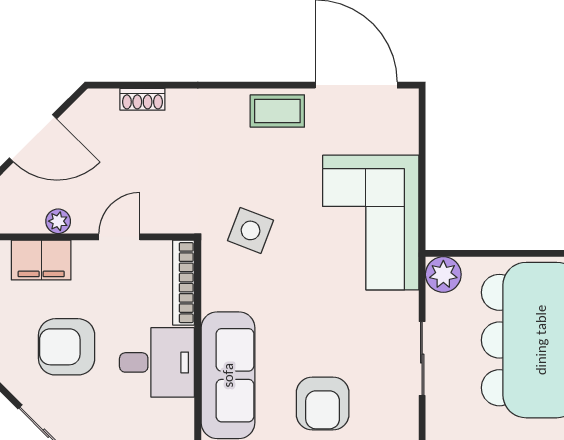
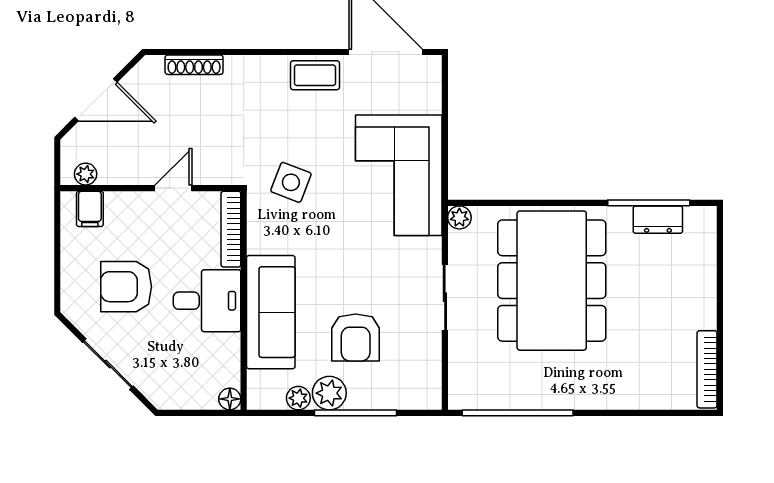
shoe rack: (142, 99) -> (194, 65), width x1.43
plant: (58, 221) -> (86, 174), moved
filing cabinet: (41, 260) -> (90, 209), width x0.50
plant: (443, 274) -> (459, 217), width x0.73, depth x0.73

